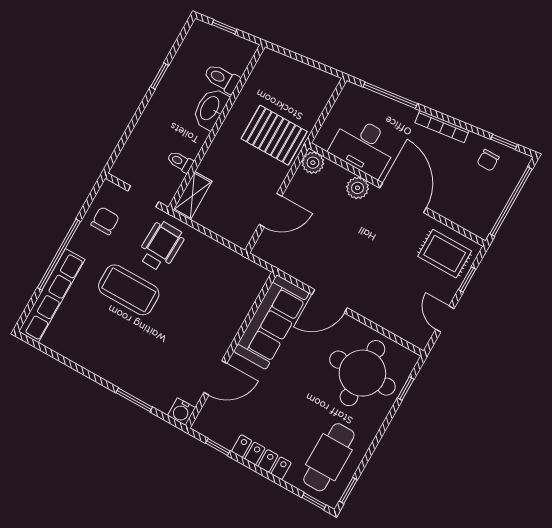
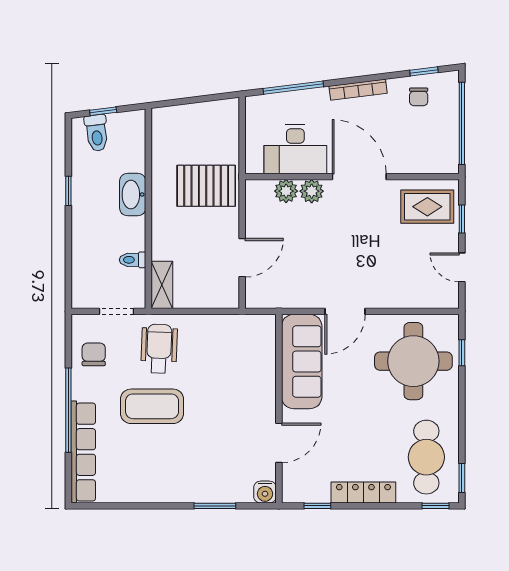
toilet: (222, 78) -> (97, 133), moved, turned -97
plant: (313, 163) -> (286, 191), moved

